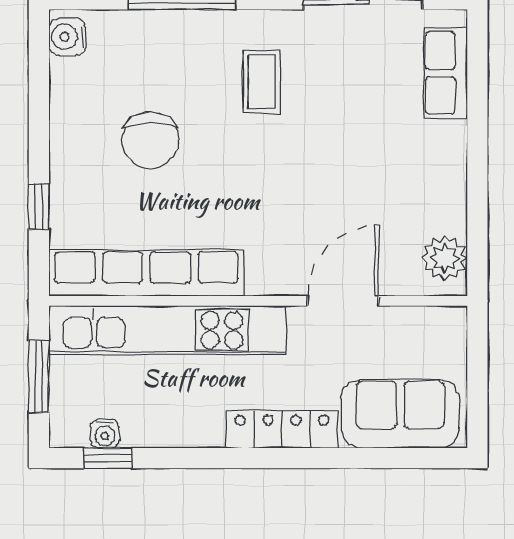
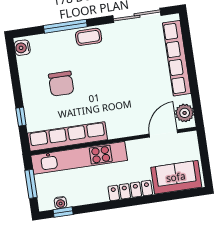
row of seats: (445, 73) -> (177, 58), width x2.02
coffee table: (262, 82) -> (89, 37), moved, turned 90
door: (343, 301) -> (163, 133), moved

